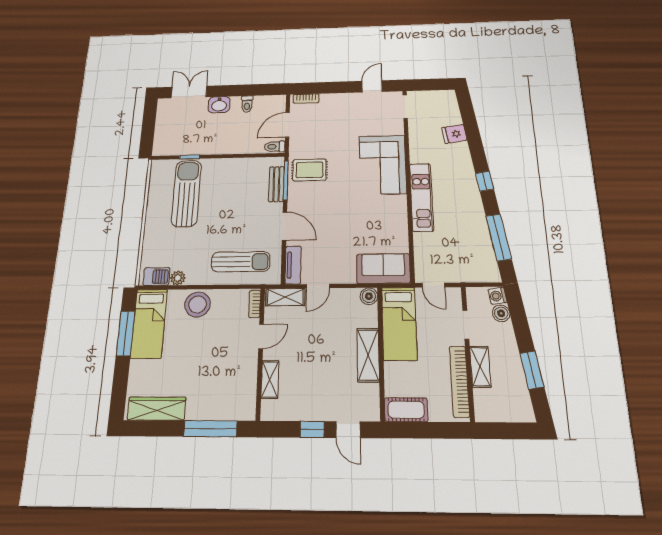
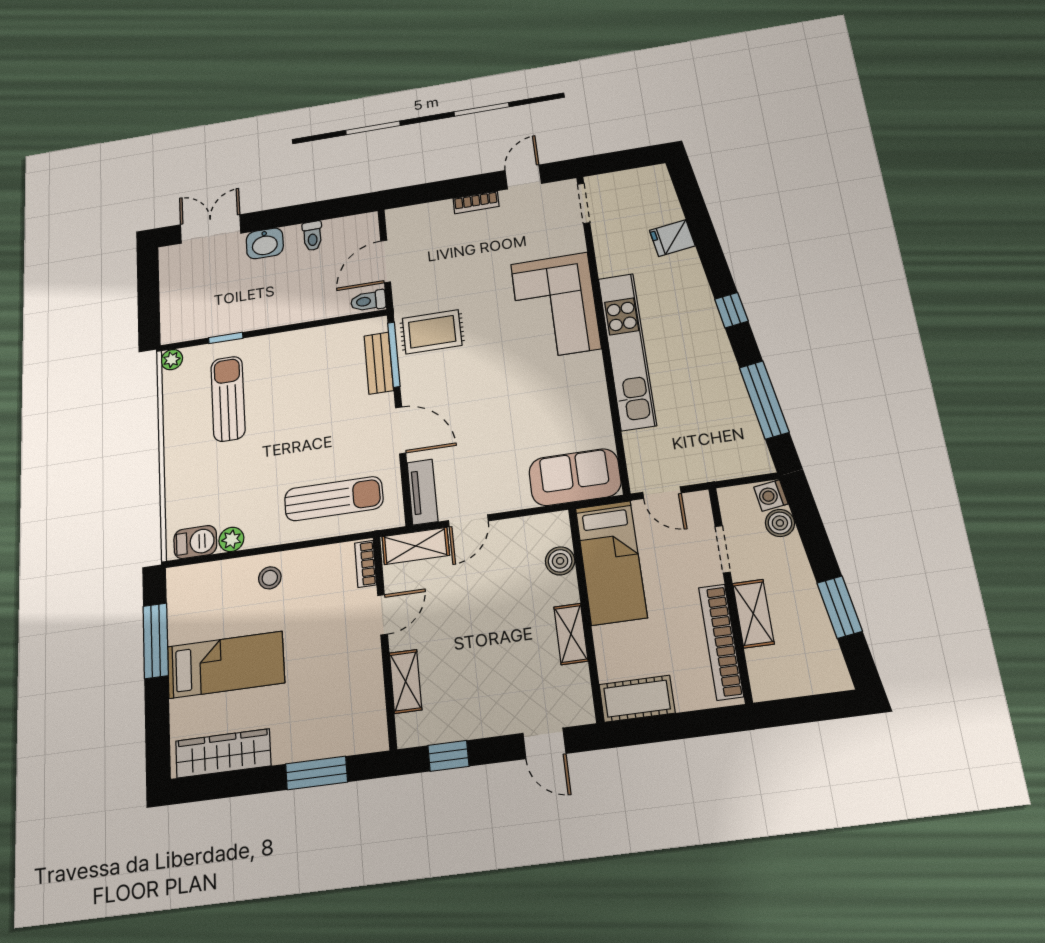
bookcase: (306, 99) -> (476, 202), moved
plant: (157, 165) -> (172, 360), added
sun lounger: (186, 193) -> (228, 399), width x0.73, depth x0.75
kitchen unit: (422, 197) -> (627, 351), width x1.36
boiler: (369, 296) -> (560, 561), moved
stool: (197, 304) -> (270, 578), width x0.53, depth x0.53
bed: (149, 324) -> (226, 665), moved, turned -90
shelving: (368, 355) -> (571, 634), width x0.67, depth x0.75
window: (210, 429) -> (316, 773), width x0.69
window: (312, 429) -> (448, 756), moved

